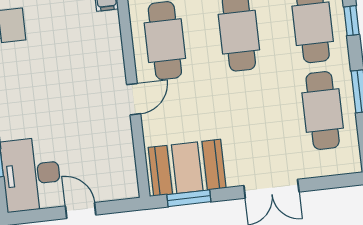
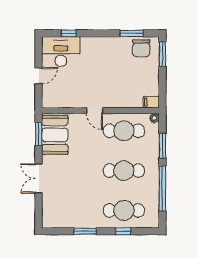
cafe table: (323, 110) -> (77, 210), removed

